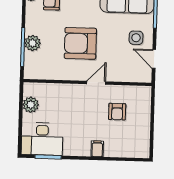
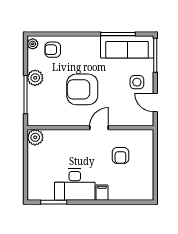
plant: (33, 43) -> (35, 78), moved
plant: (31, 105) -> (35, 137), moved
desk: (42, 139) -> (75, 185), moved

